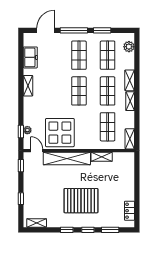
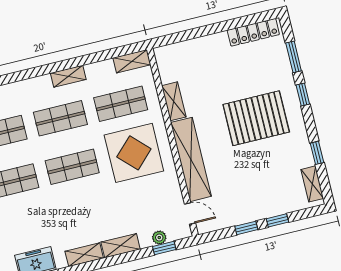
shelving: (130, 80) -> (121, 246), moved
display table: (60, 133) -> (134, 153), moved
door: (37, 151) -> (190, 213), swing flipped
window: (21, 166) -> (246, 228), moved
pallet: (81, 201) -> (256, 118), turned 90
locker: (129, 211) -> (253, 32), width x1.53
window: (67, 230) -> (317, 153), moved

